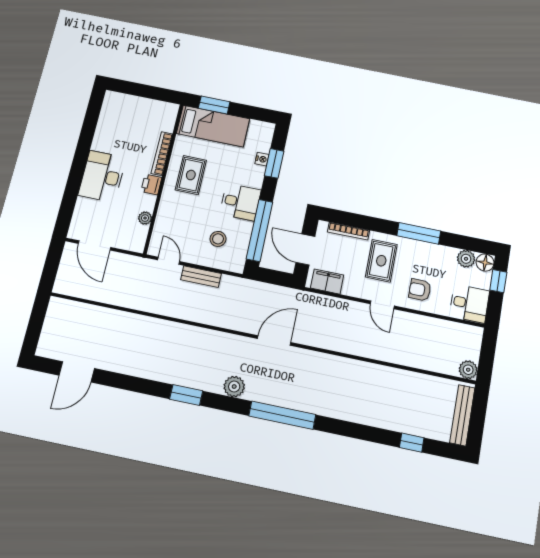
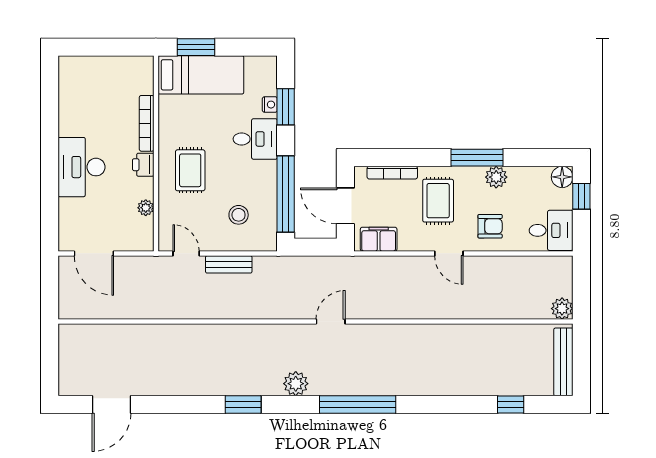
rug: (191, 175) -> (190, 170), moved
desk: (240, 202) -> (255, 139), moved
plant: (466, 259) -> (496, 177), moved
armchair: (420, 290) -> (490, 226), turned 180
door: (274, 340) -> (331, 322), width x0.73

